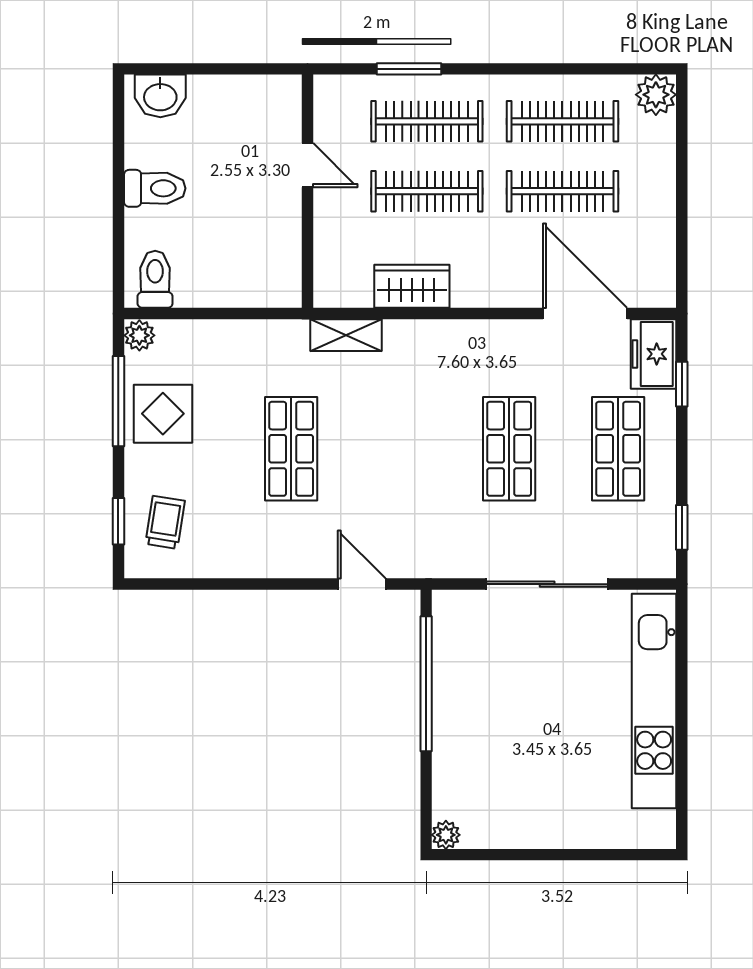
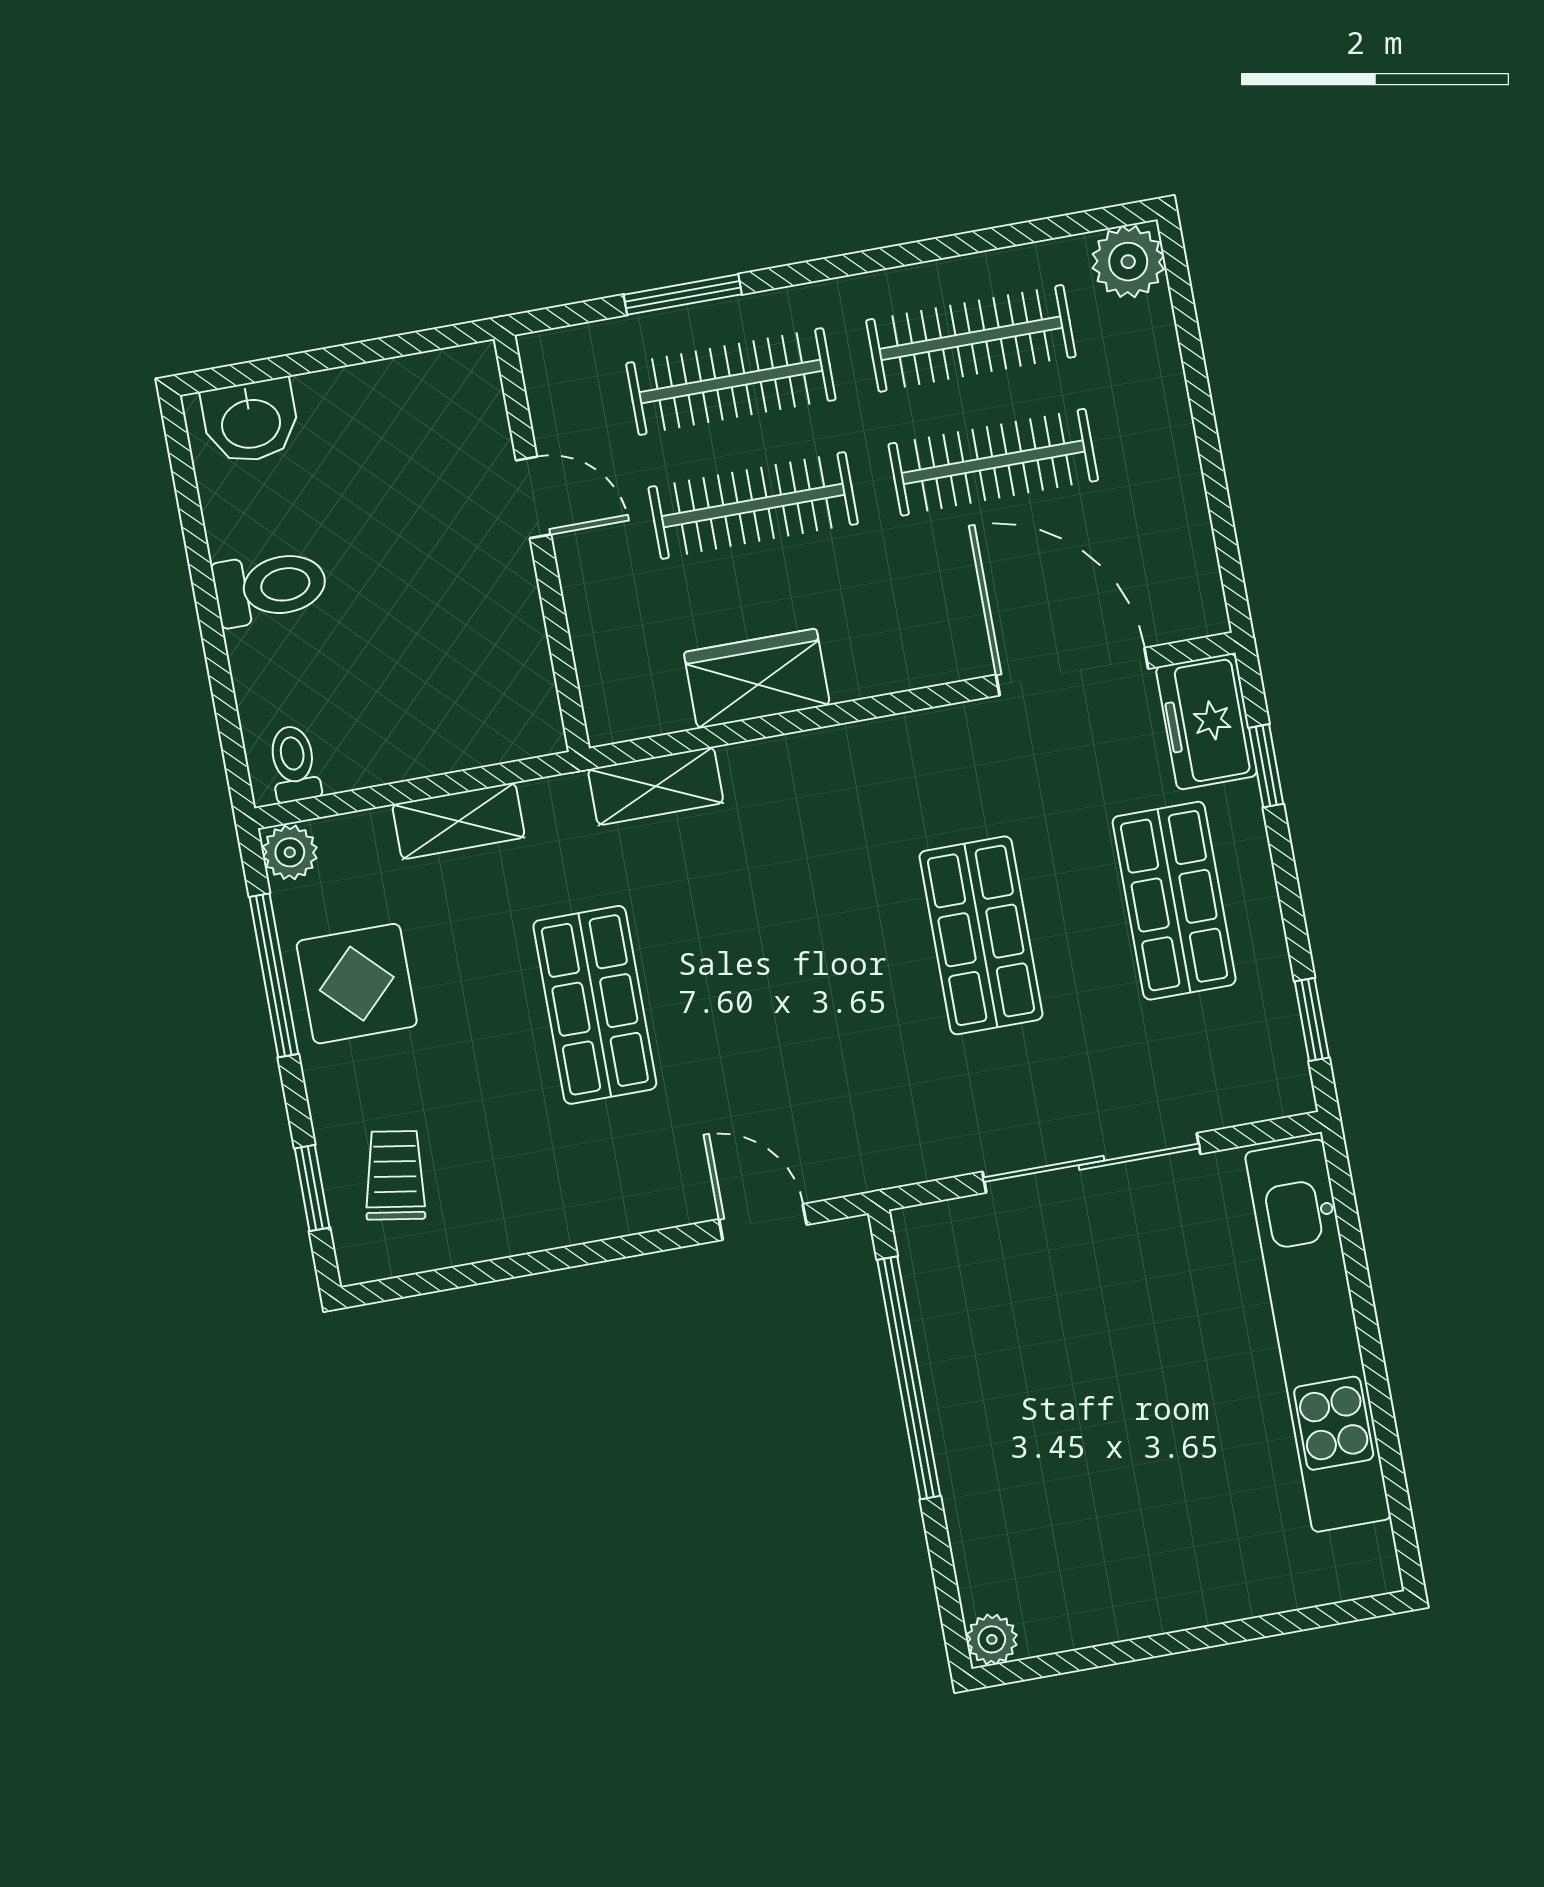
toilet: (155, 279) -> (294, 764), width x0.73, depth x0.72
shelving: (235, 335) -> (458, 821), added

